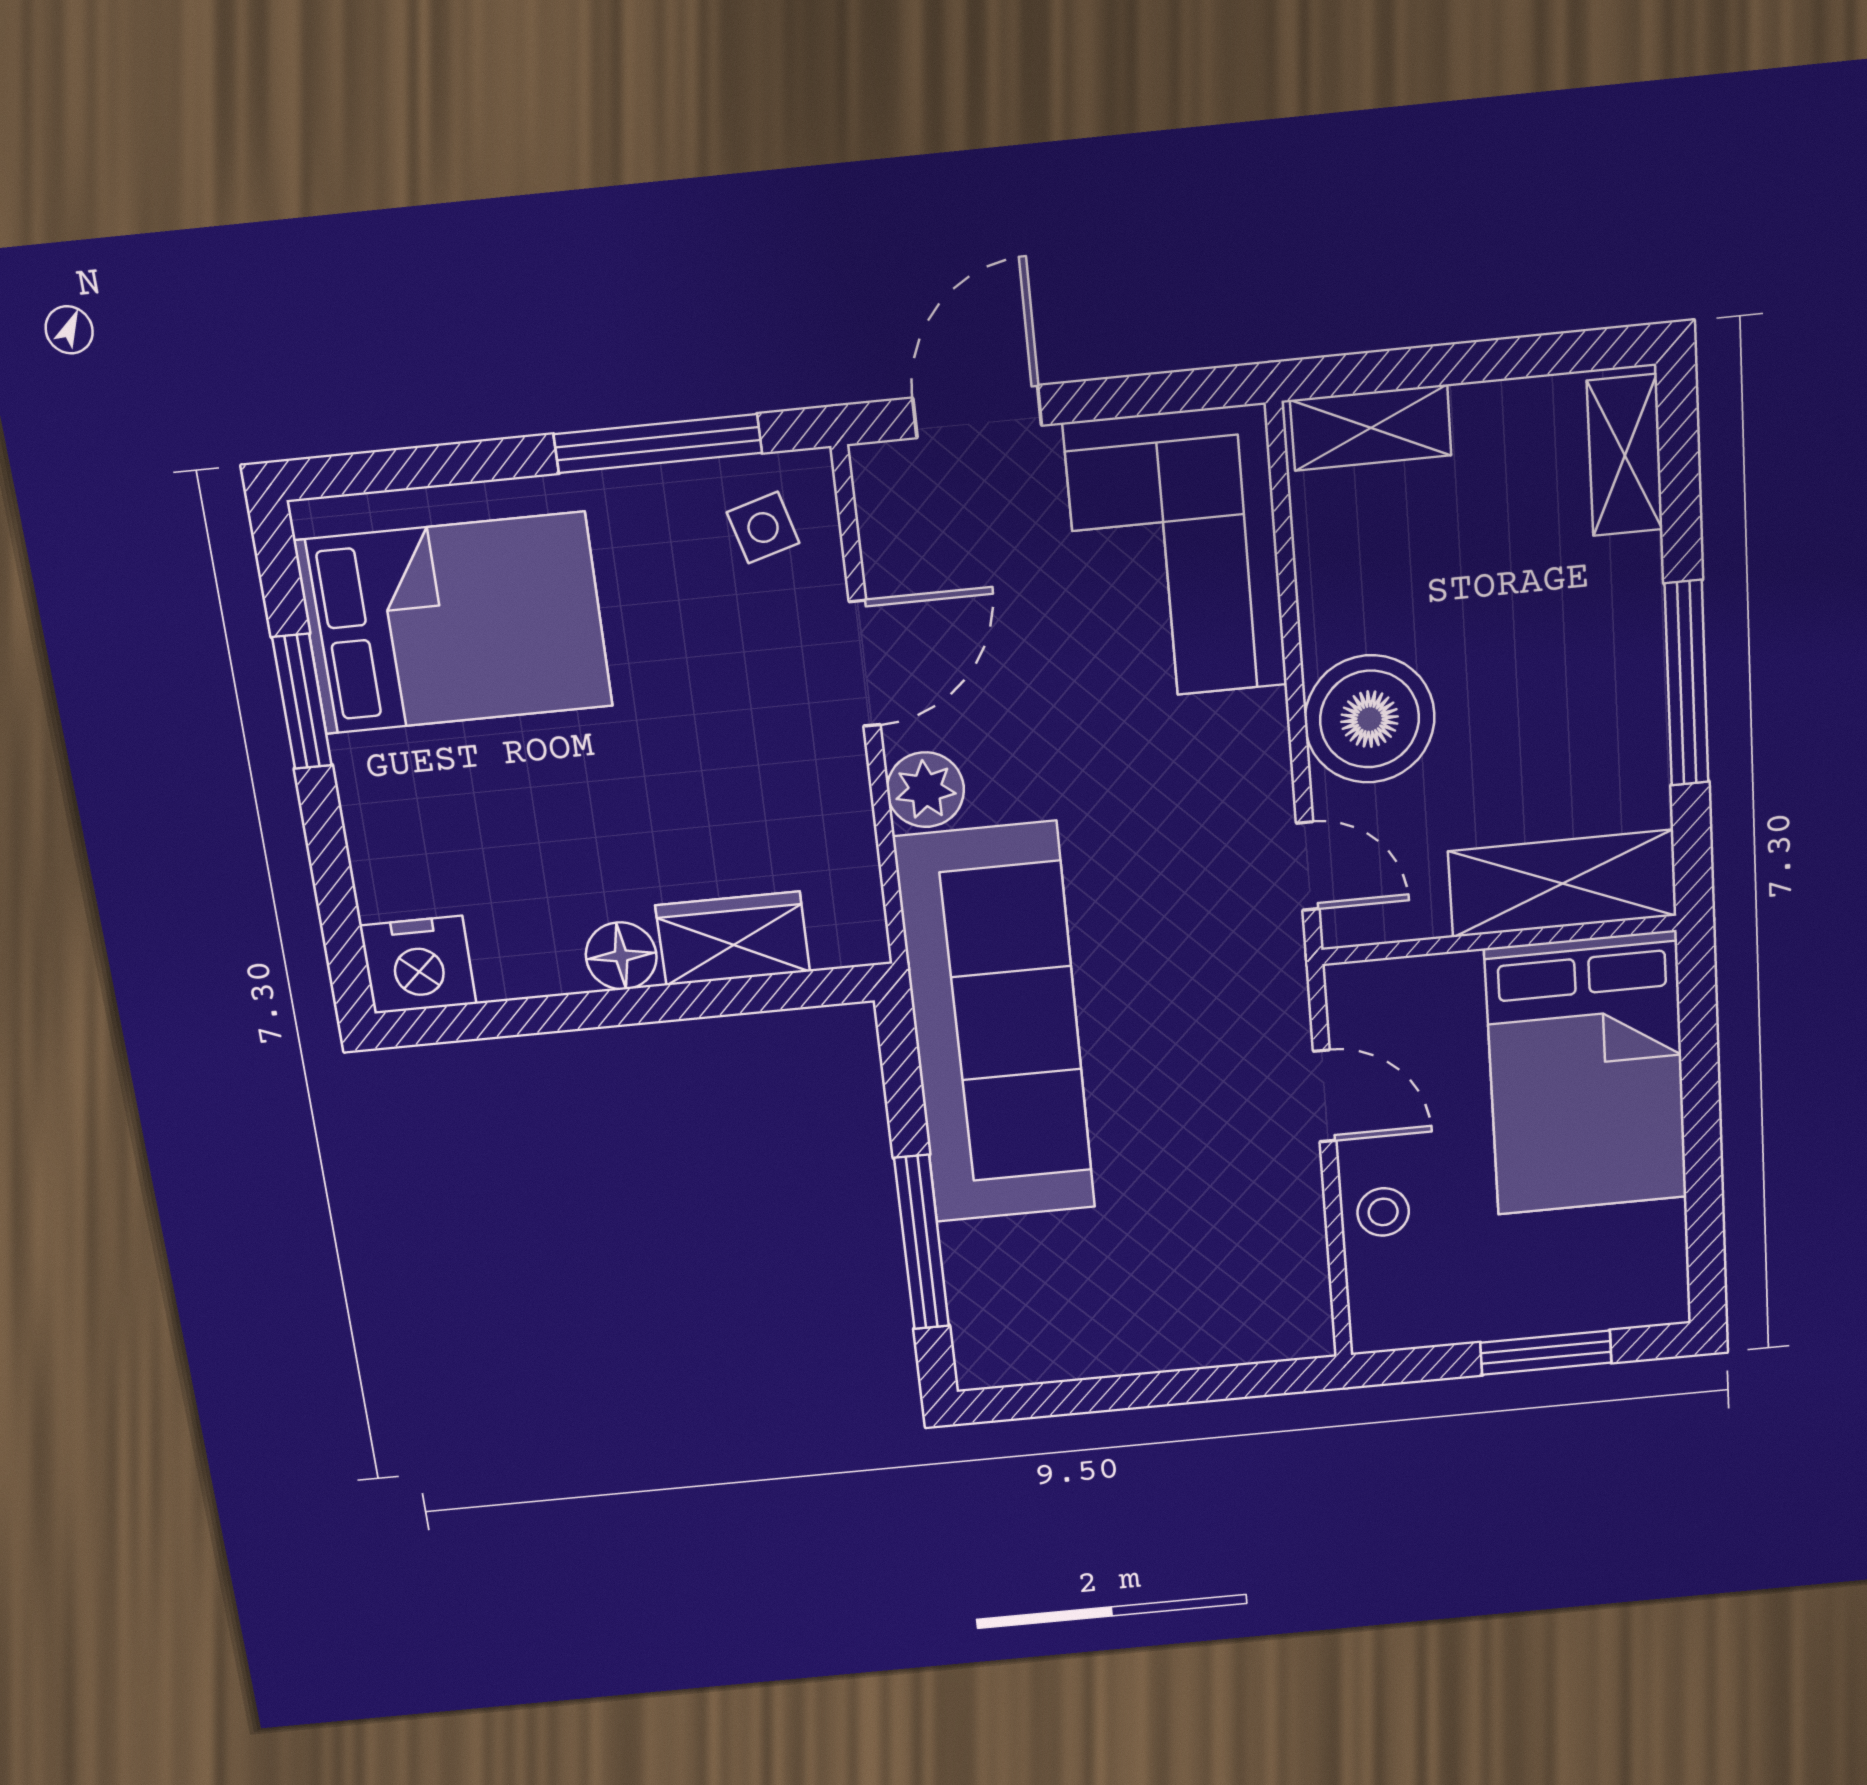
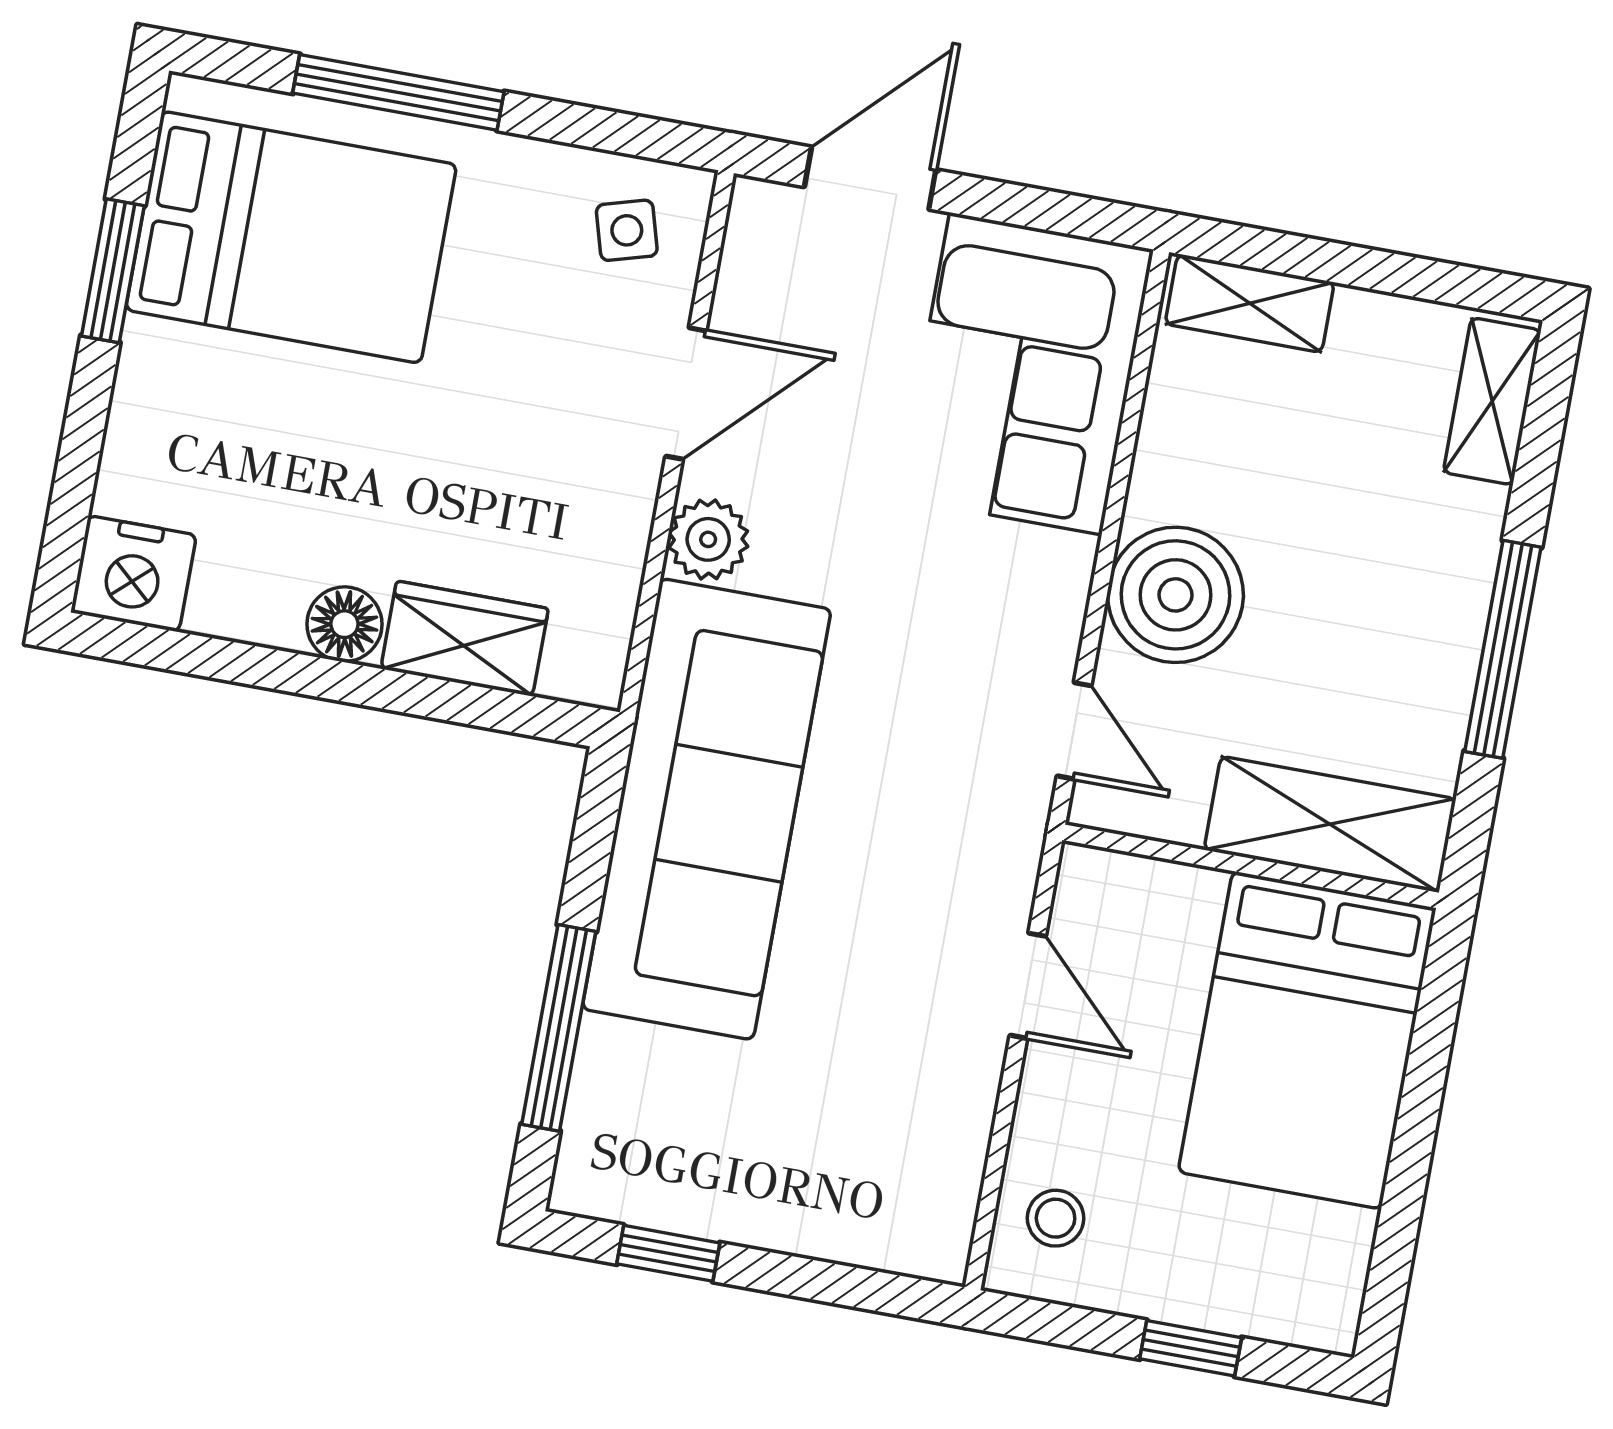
window: (658, 444) -> (398, 92), moved
stool: (1383, 1212) -> (1056, 1218), moved
window: (1546, 1353) -> (1191, 1348), width x0.67
window: (1073, 1397) -> (668, 1253), added

